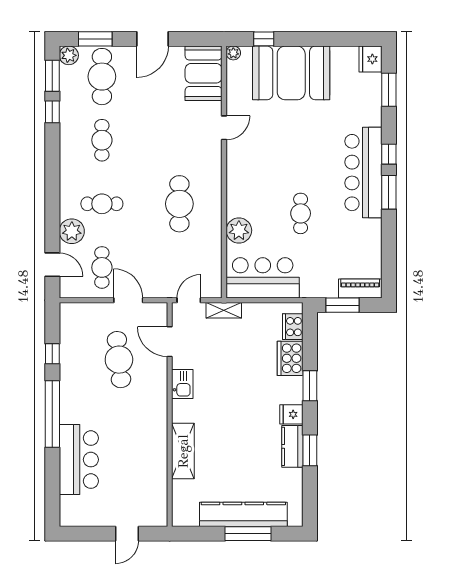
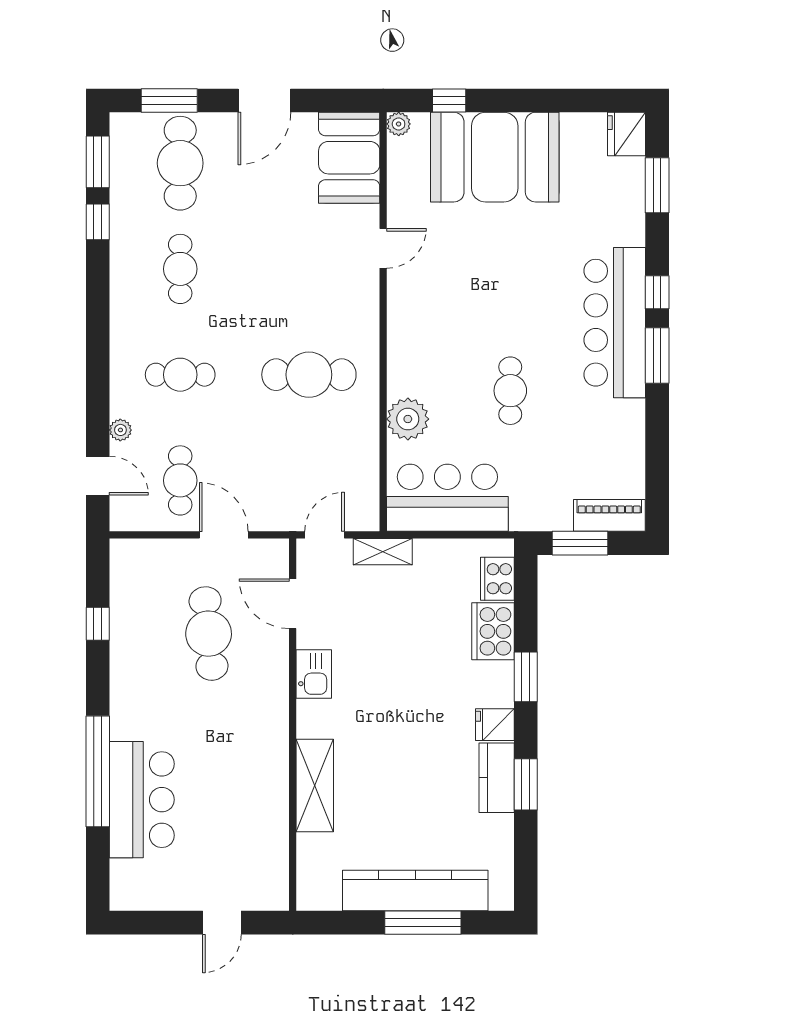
plant: (69, 55) -> (125, 128), removed
cafe table: (179, 204) -> (309, 375), turned 90
plant: (72, 231) -> (120, 430), width x0.53, depth x0.53
window: (52, 414) -> (98, 771), moved

